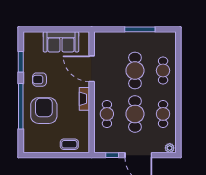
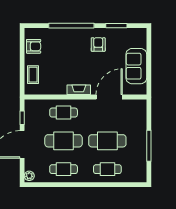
armchair: (44, 111) -> (34, 46), moved, width x0.53, depth x0.53

